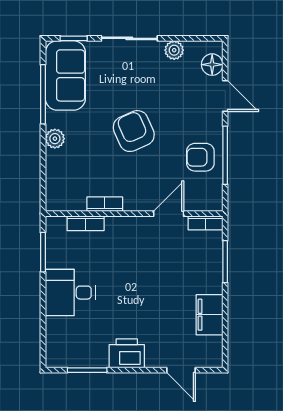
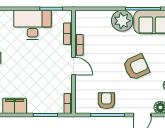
armchair: (134, 131) -> (136, 67), moved
plant: (55, 139) -> (122, 21), width x1.87, depth x1.87
door: (169, 214) -> (74, 66), moved
desk: (70, 293) -> (33, 25), width x1.37

